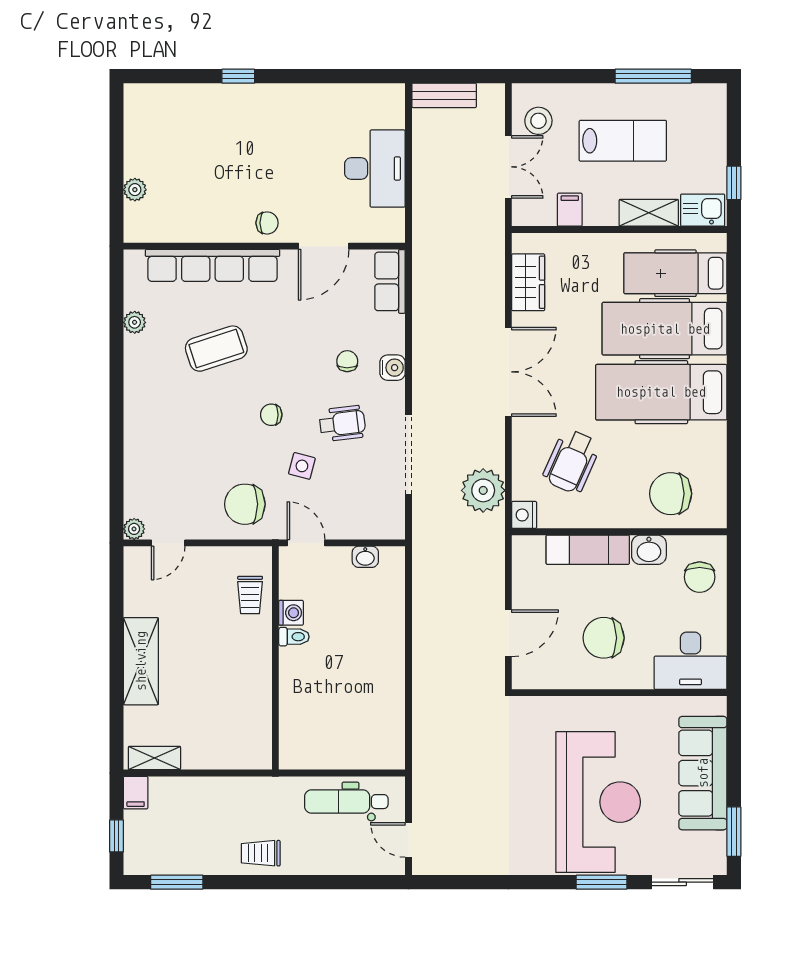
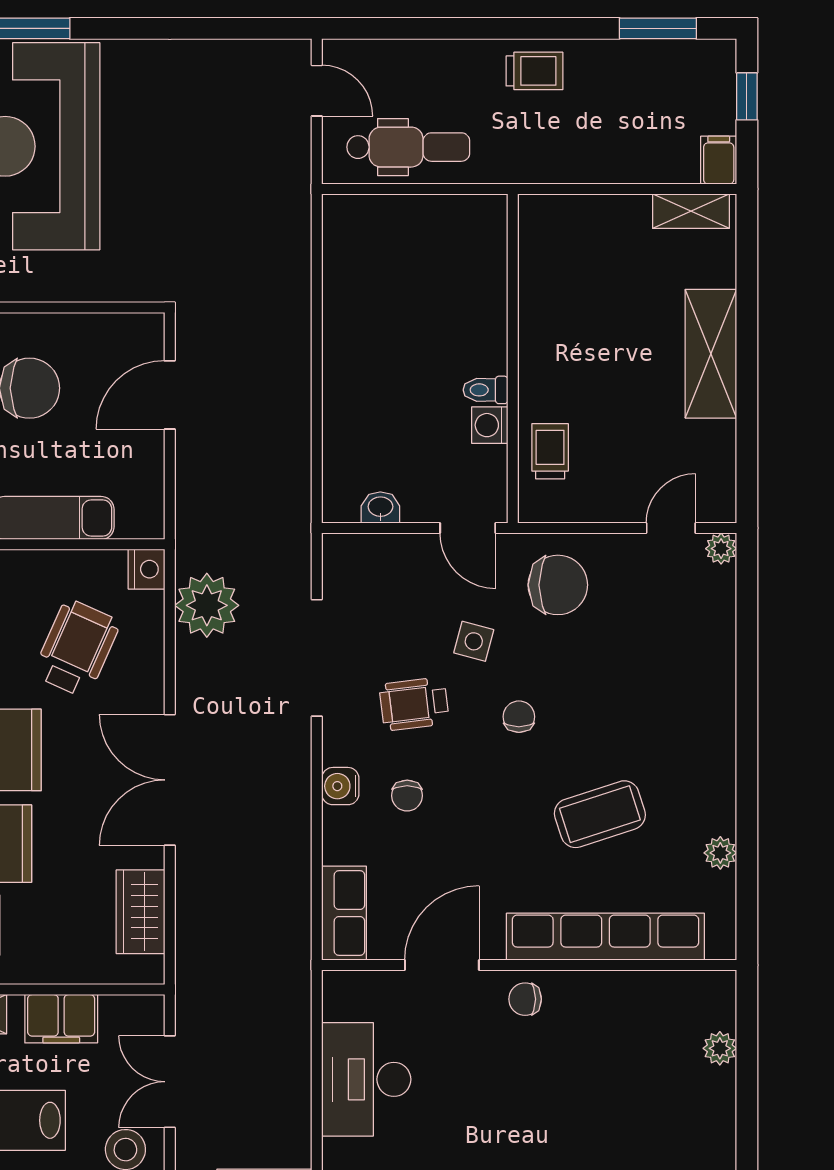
filing cabinet: (570, 210) -> (61, 1019), width x2.00
chair: (271, 415) -> (519, 717), turned -90

